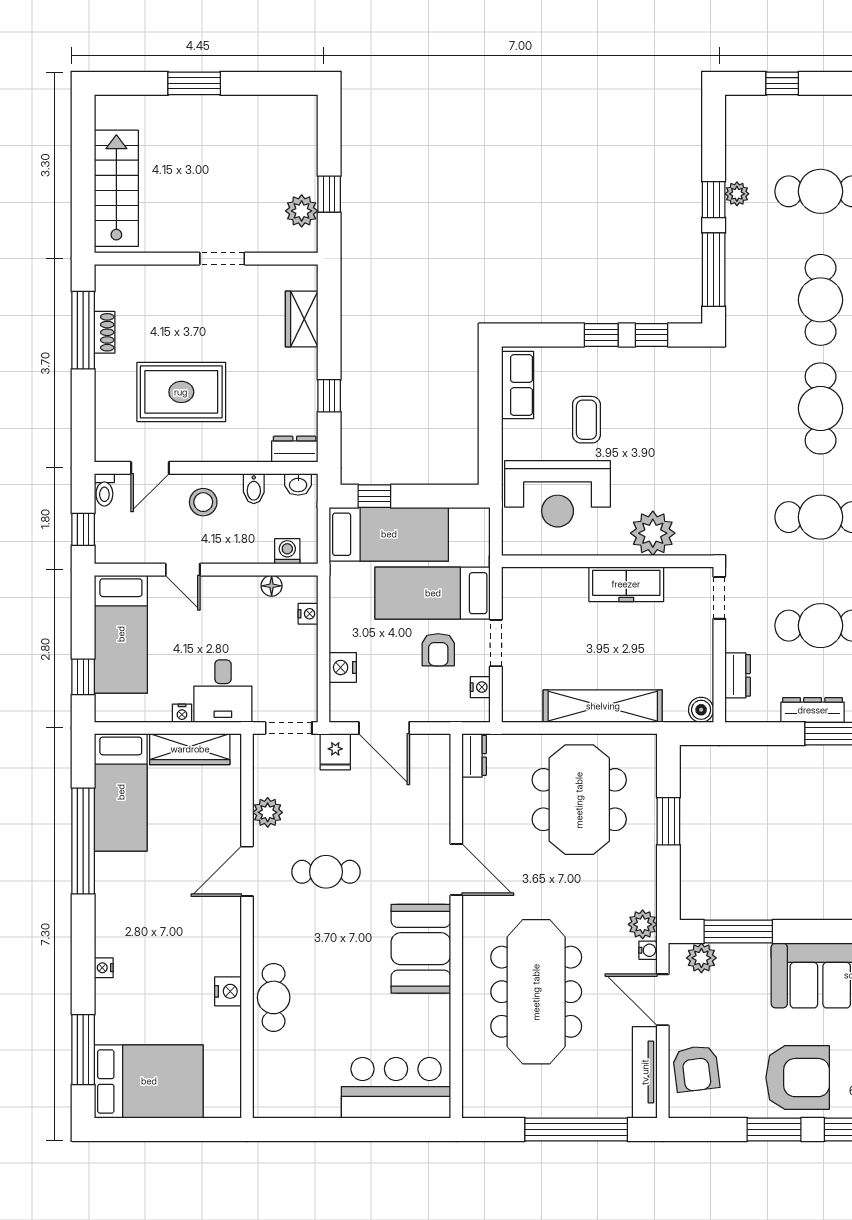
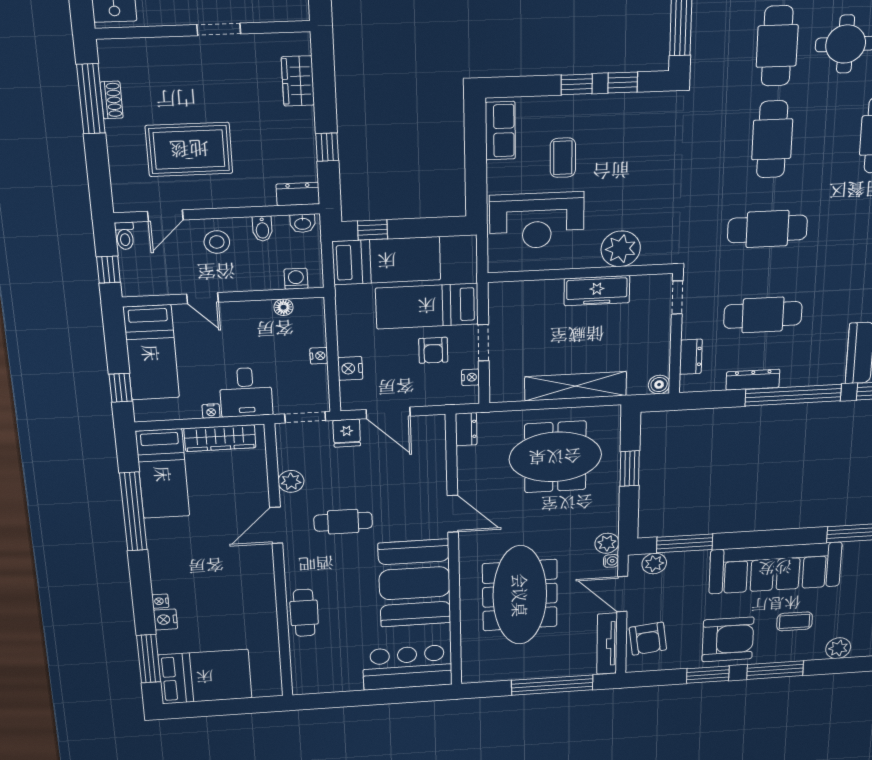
nightstand: (308, 614) -> (319, 356), moved
meeting table: (579, 800) -> (555, 457), turned 90
booth: (421, 949) -> (415, 583), width x1.36, depth x1.42
nightstand: (228, 991) -> (165, 619), moved, turned 180

